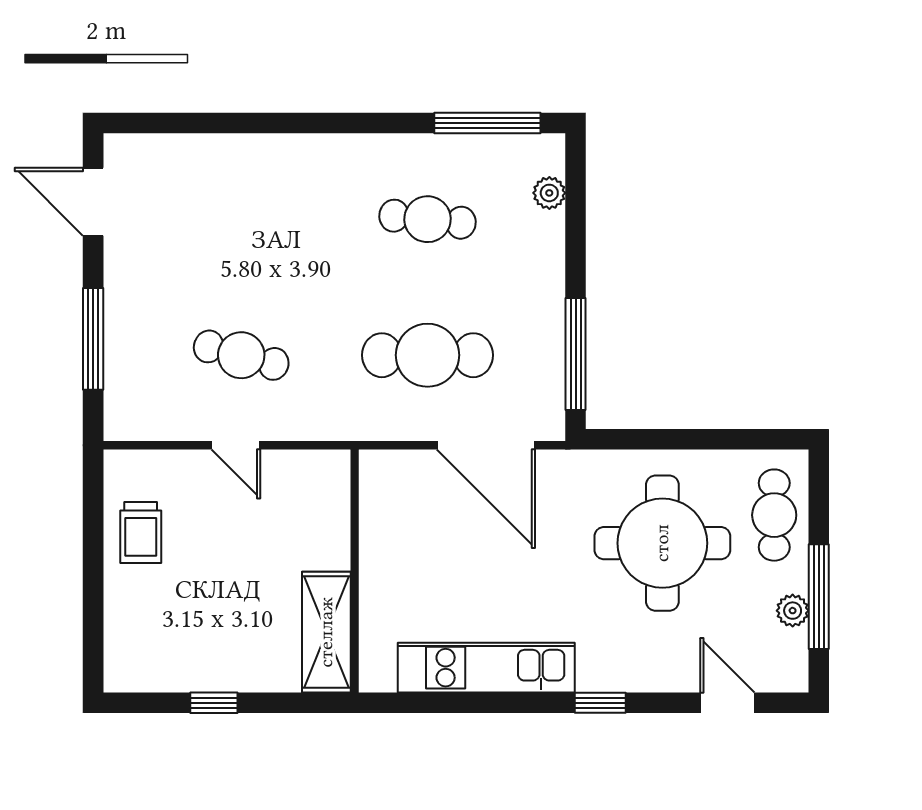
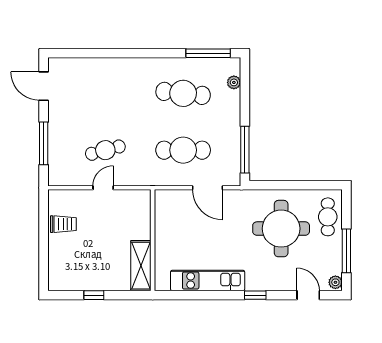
cafe table: (428, 219) -> (183, 93), width x1.37, depth x1.35
cafe table: (241, 355) -> (105, 150), turned -30
door: (236, 445) -> (103, 188), swing flipped
door: (486, 445) -> (207, 188), width x0.73
trolley: (141, 533) -> (63, 224), turned -90
plant: (793, 611) -> (335, 282), moved

